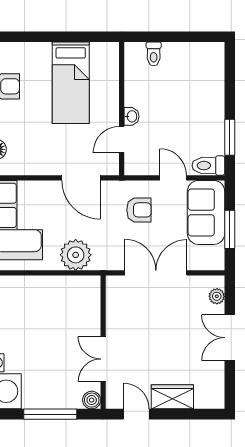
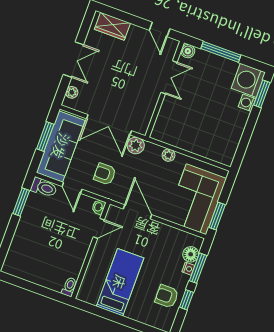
toilet: (154, 54) -> (69, 287), moved
washbasin: (132, 116) -> (99, 207), moved
sofa: (206, 212) -> (61, 146), width x1.36
plant: (76, 255) -> (168, 155), width x0.53, depth x0.53
plant: (113, 259) -> (136, 145), added
wardrobe: (172, 397) -> (112, 26), moved

